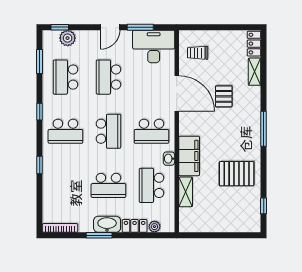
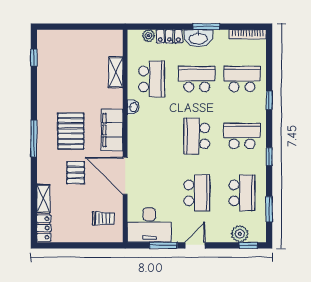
school desk: (151, 131) -> (242, 79), moved
filing cabinet: (189, 156) -> (112, 130), moved
pallet: (237, 174) -> (71, 131), moved, turned 90

